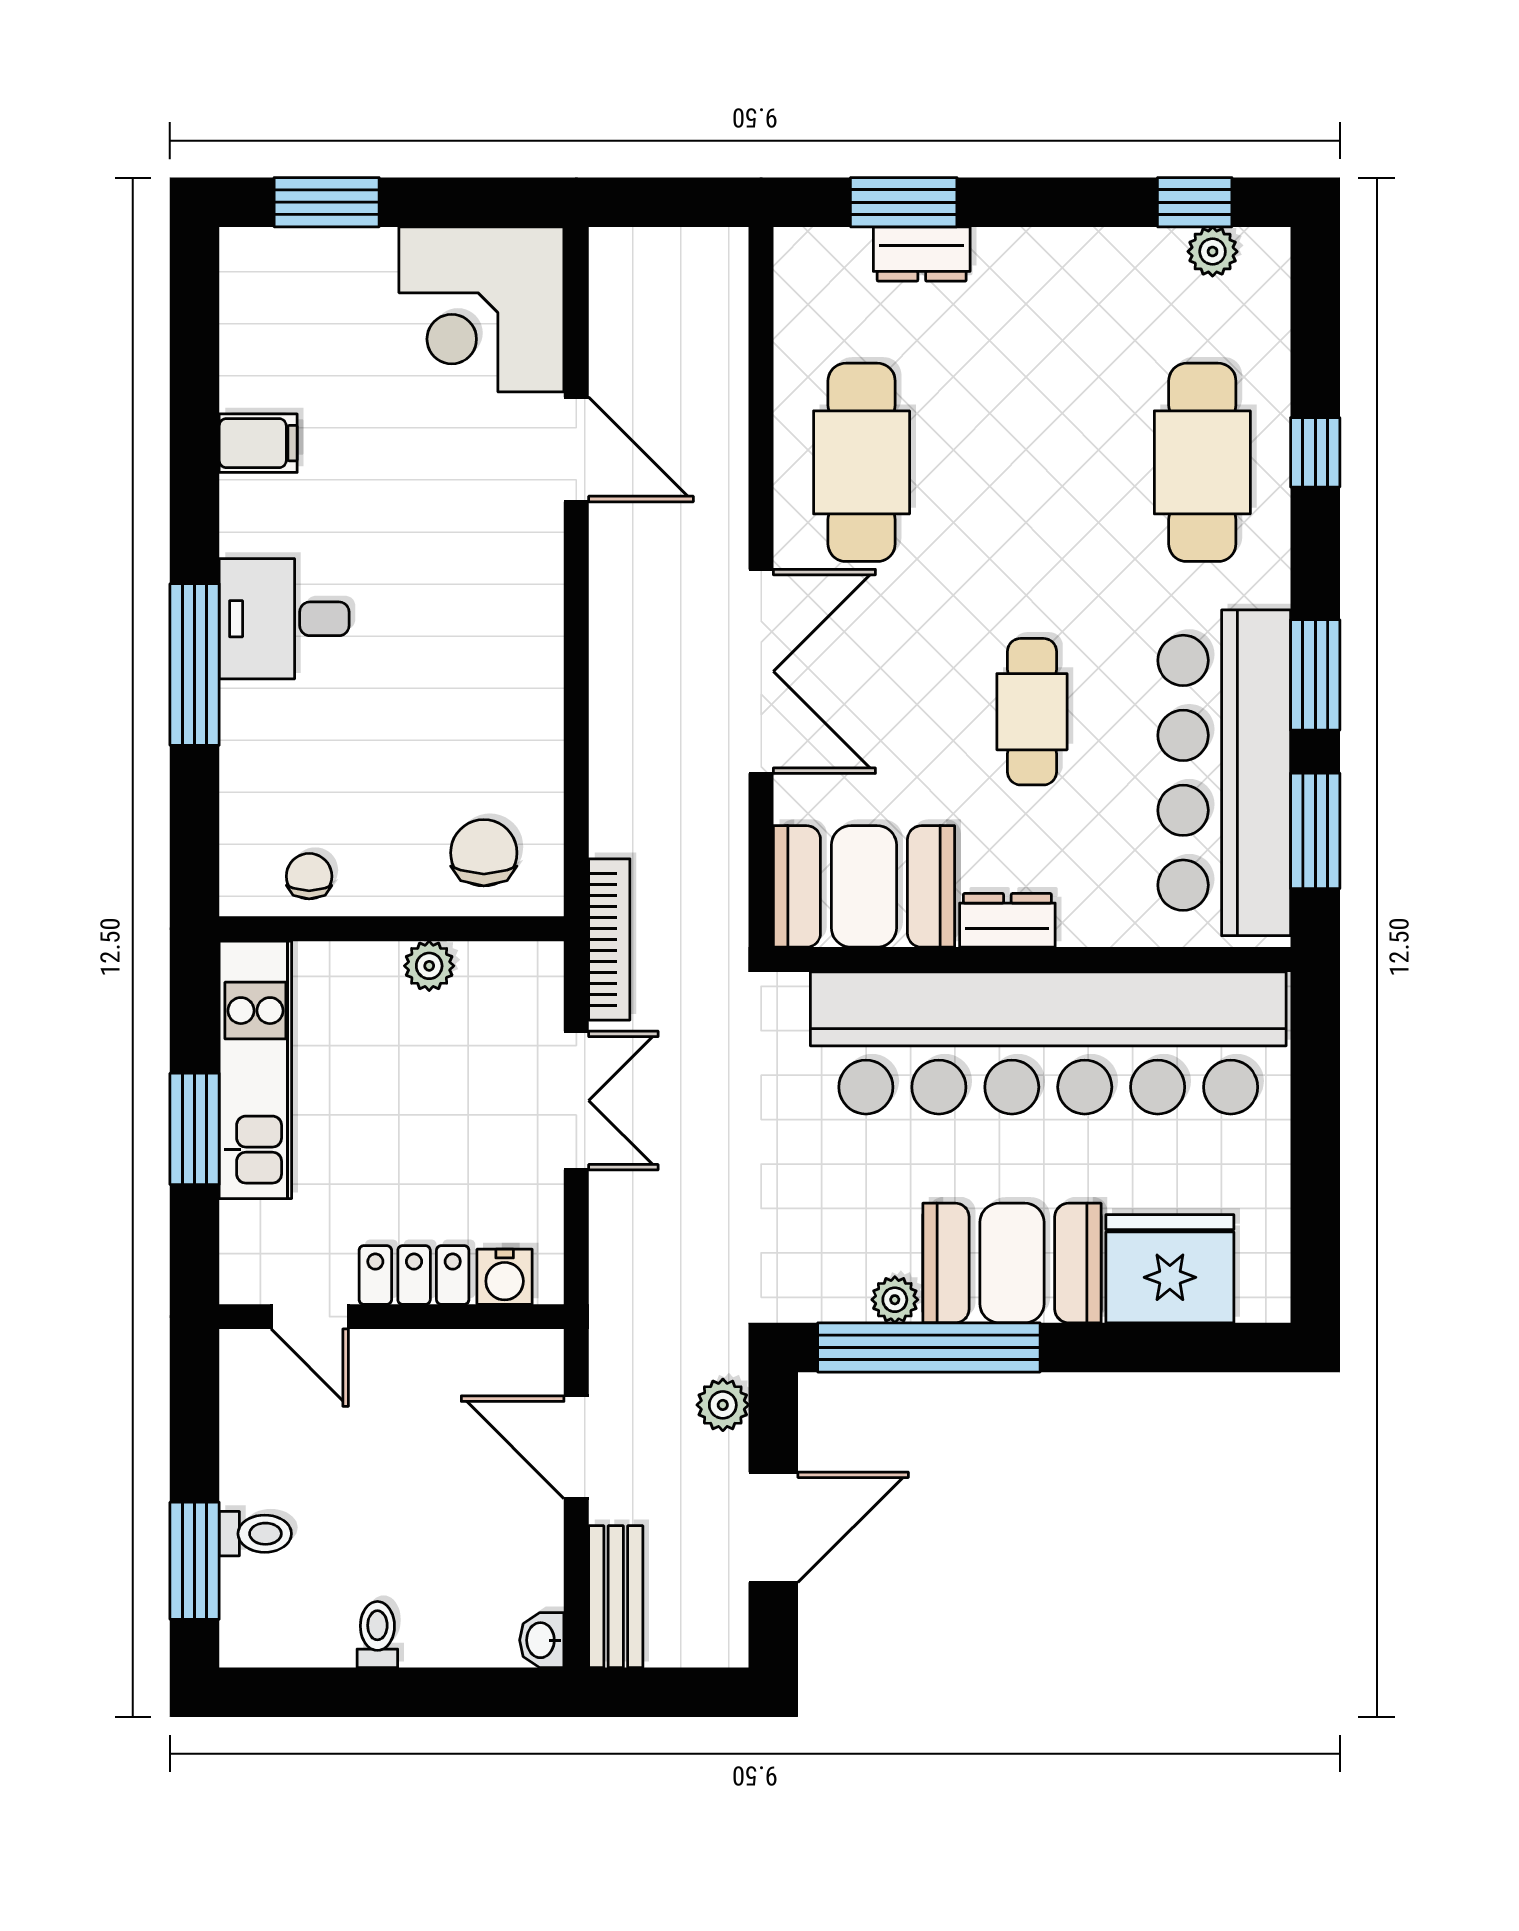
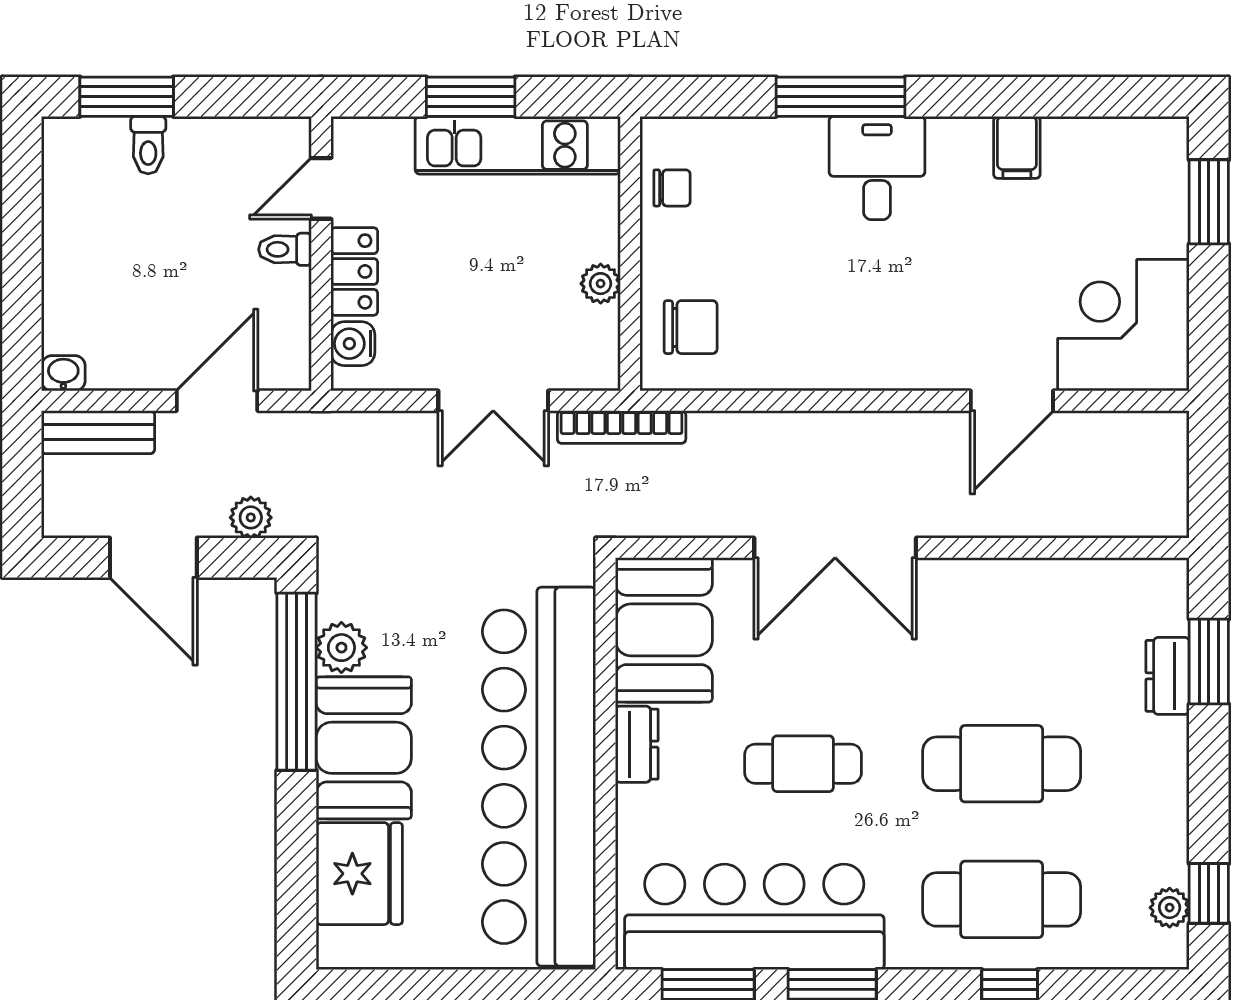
cafe table: (862, 462) -> (1002, 764), moved
plant: (895, 1300) -> (341, 648), width x1.38, depth x1.38
toilet: (377, 1635) -> (285, 249), moved, turned 180

